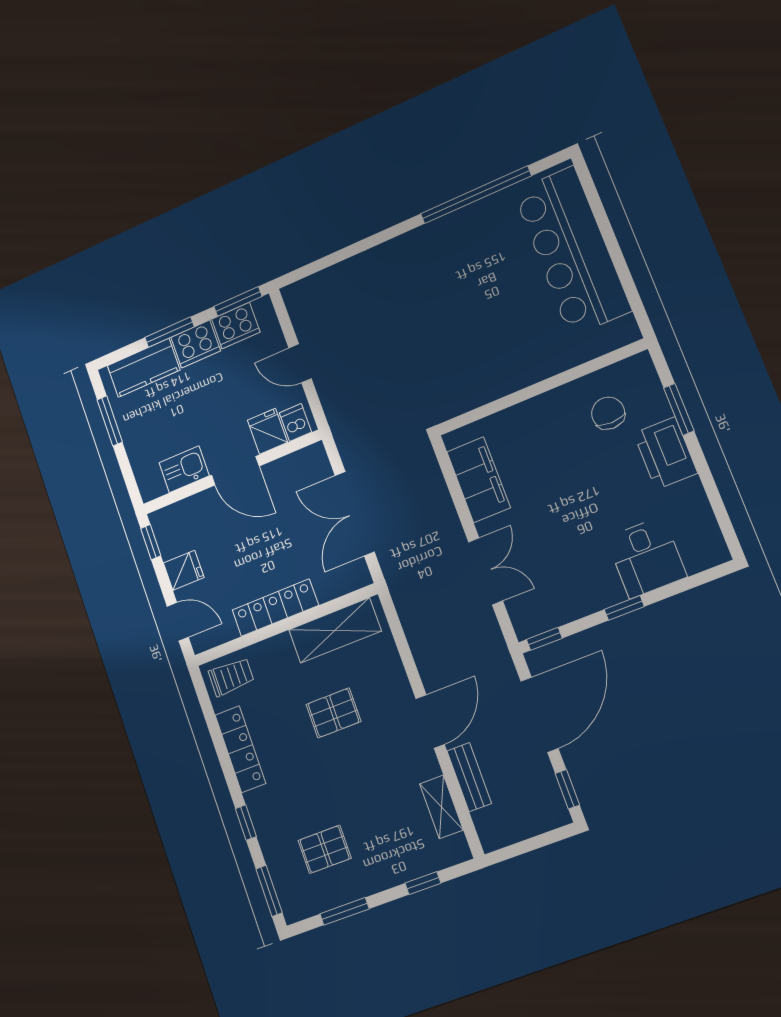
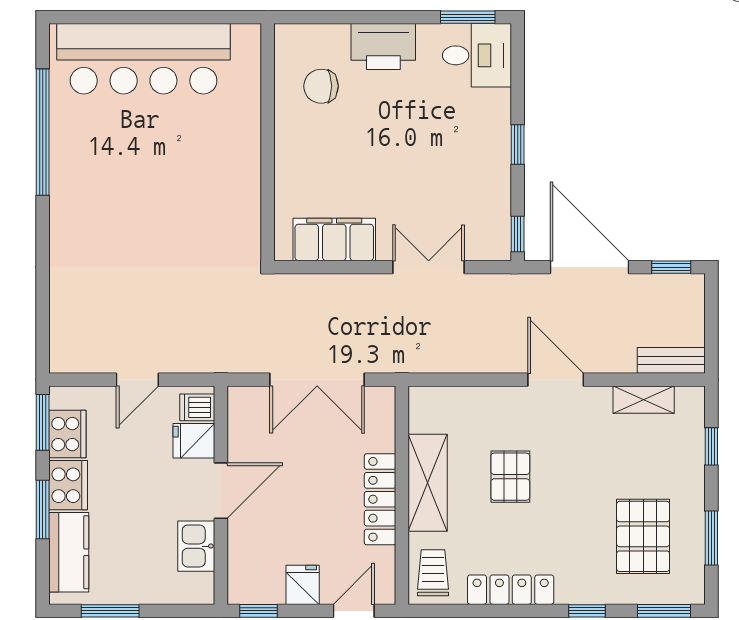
window: (679, 409) -> (468, 17), moved
desk: (646, 557) -> (477, 55), moved
shelving: (335, 630) -> (428, 483), moved
bench: (469, 777) -> (671, 360), moved
pallet: (325, 849) -> (643, 536), width x1.50, depth x1.42

